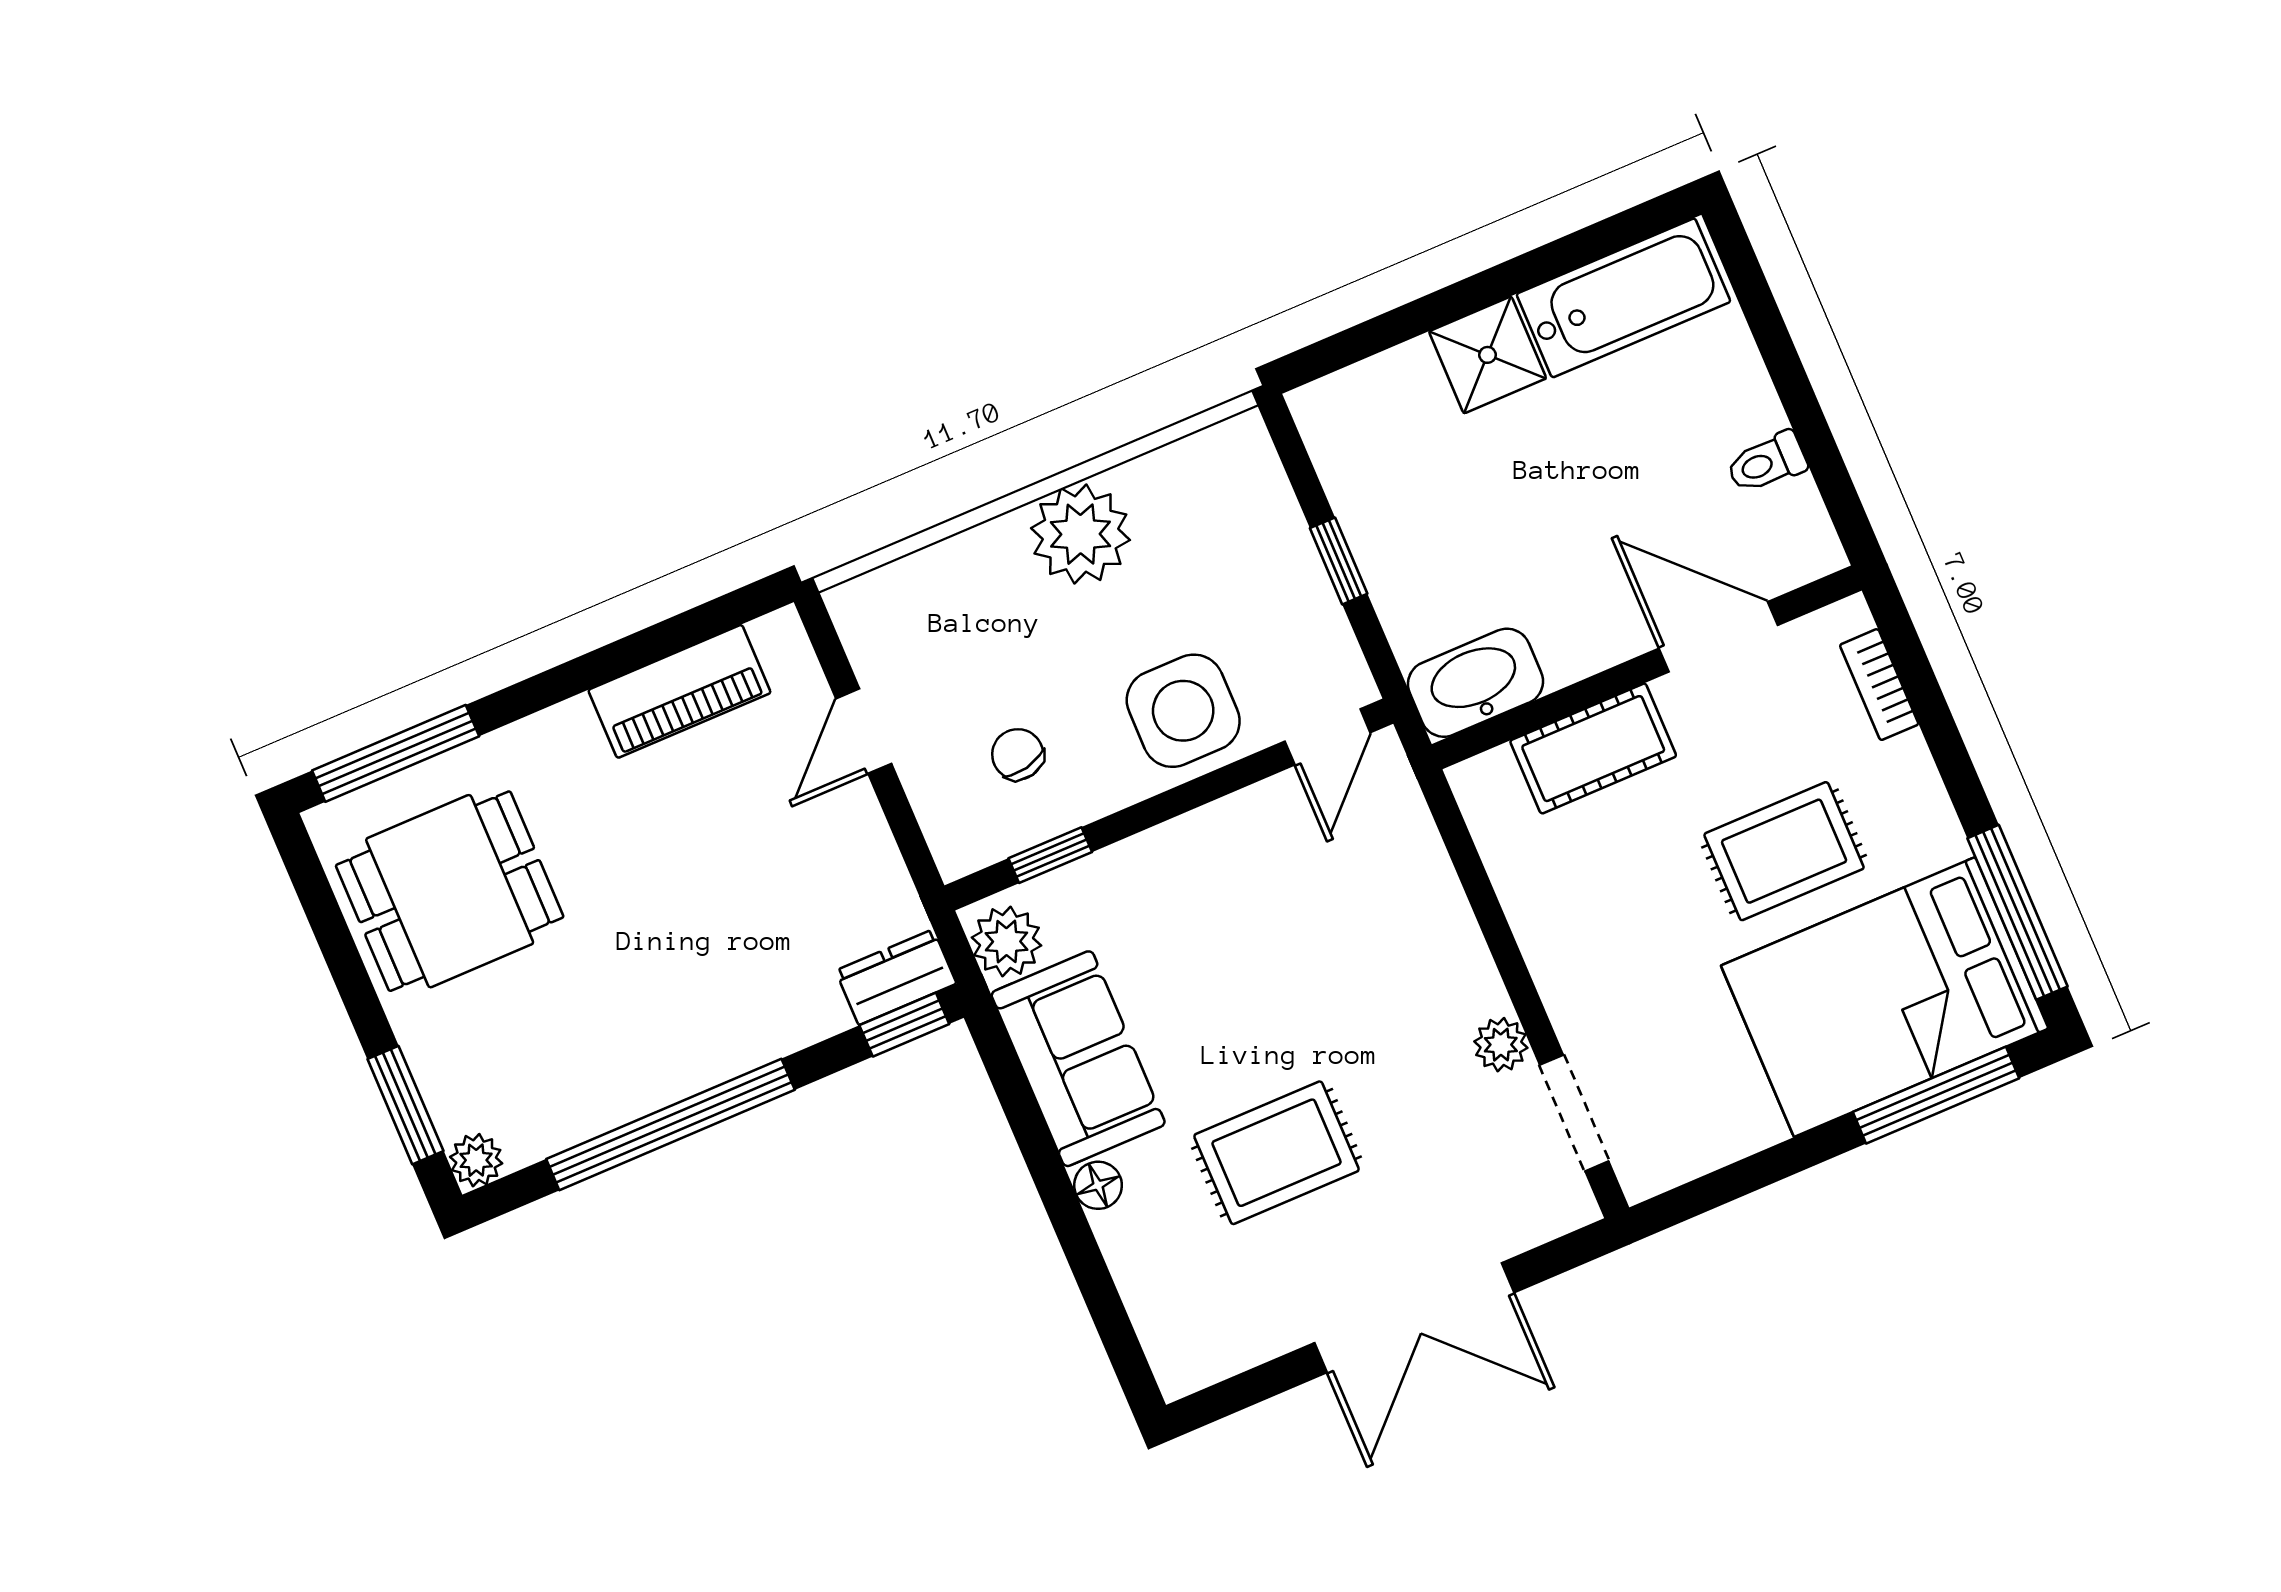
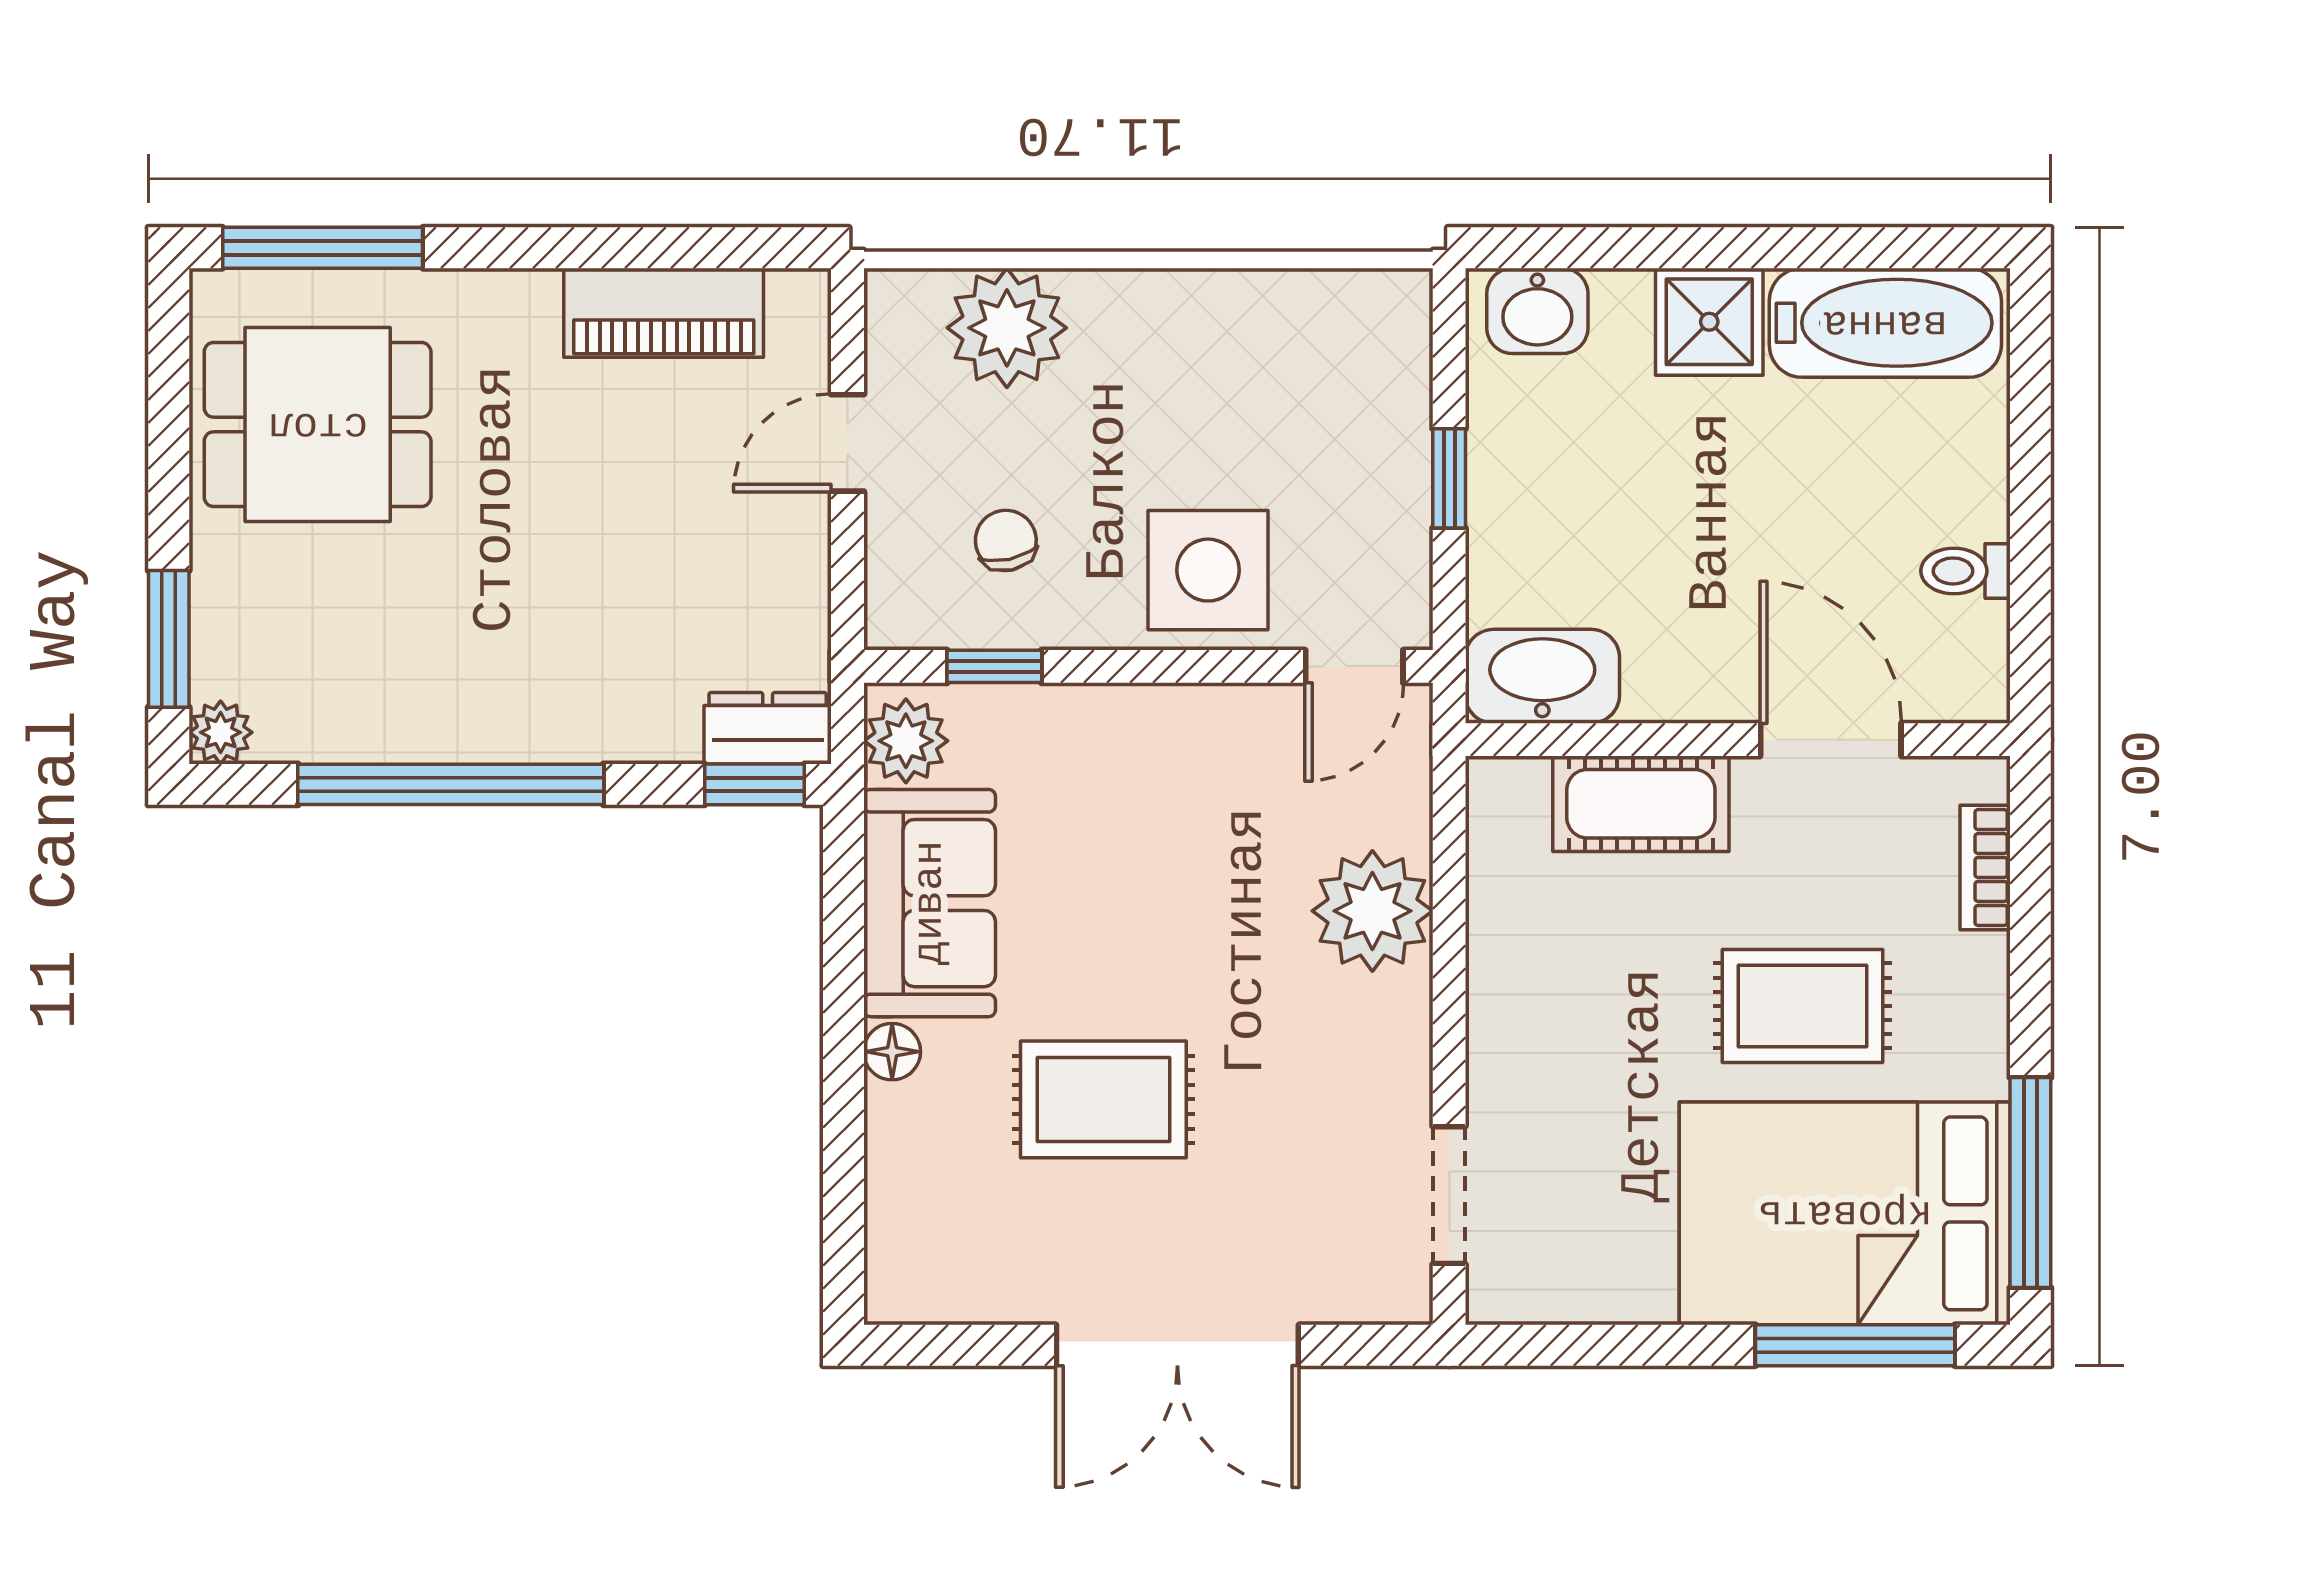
washbasin: (1352, 403) -> (1537, 311), added
plant: (1080, 534) -> (1007, 328), moved
plant: (1501, 1045) -> (1372, 911), moved, width x1.88, depth x1.88

